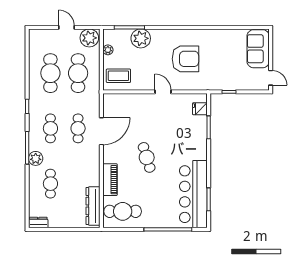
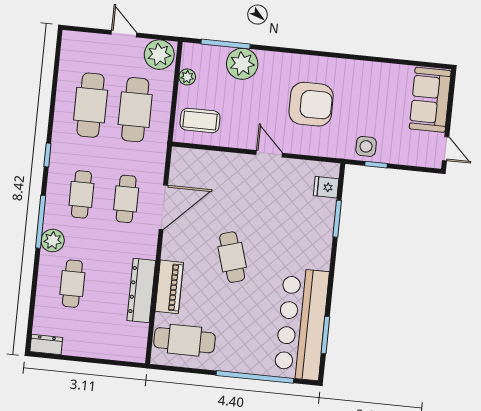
side table: (222, 81) -> (366, 146), added
dresser: (93, 206) -> (141, 290), moved

